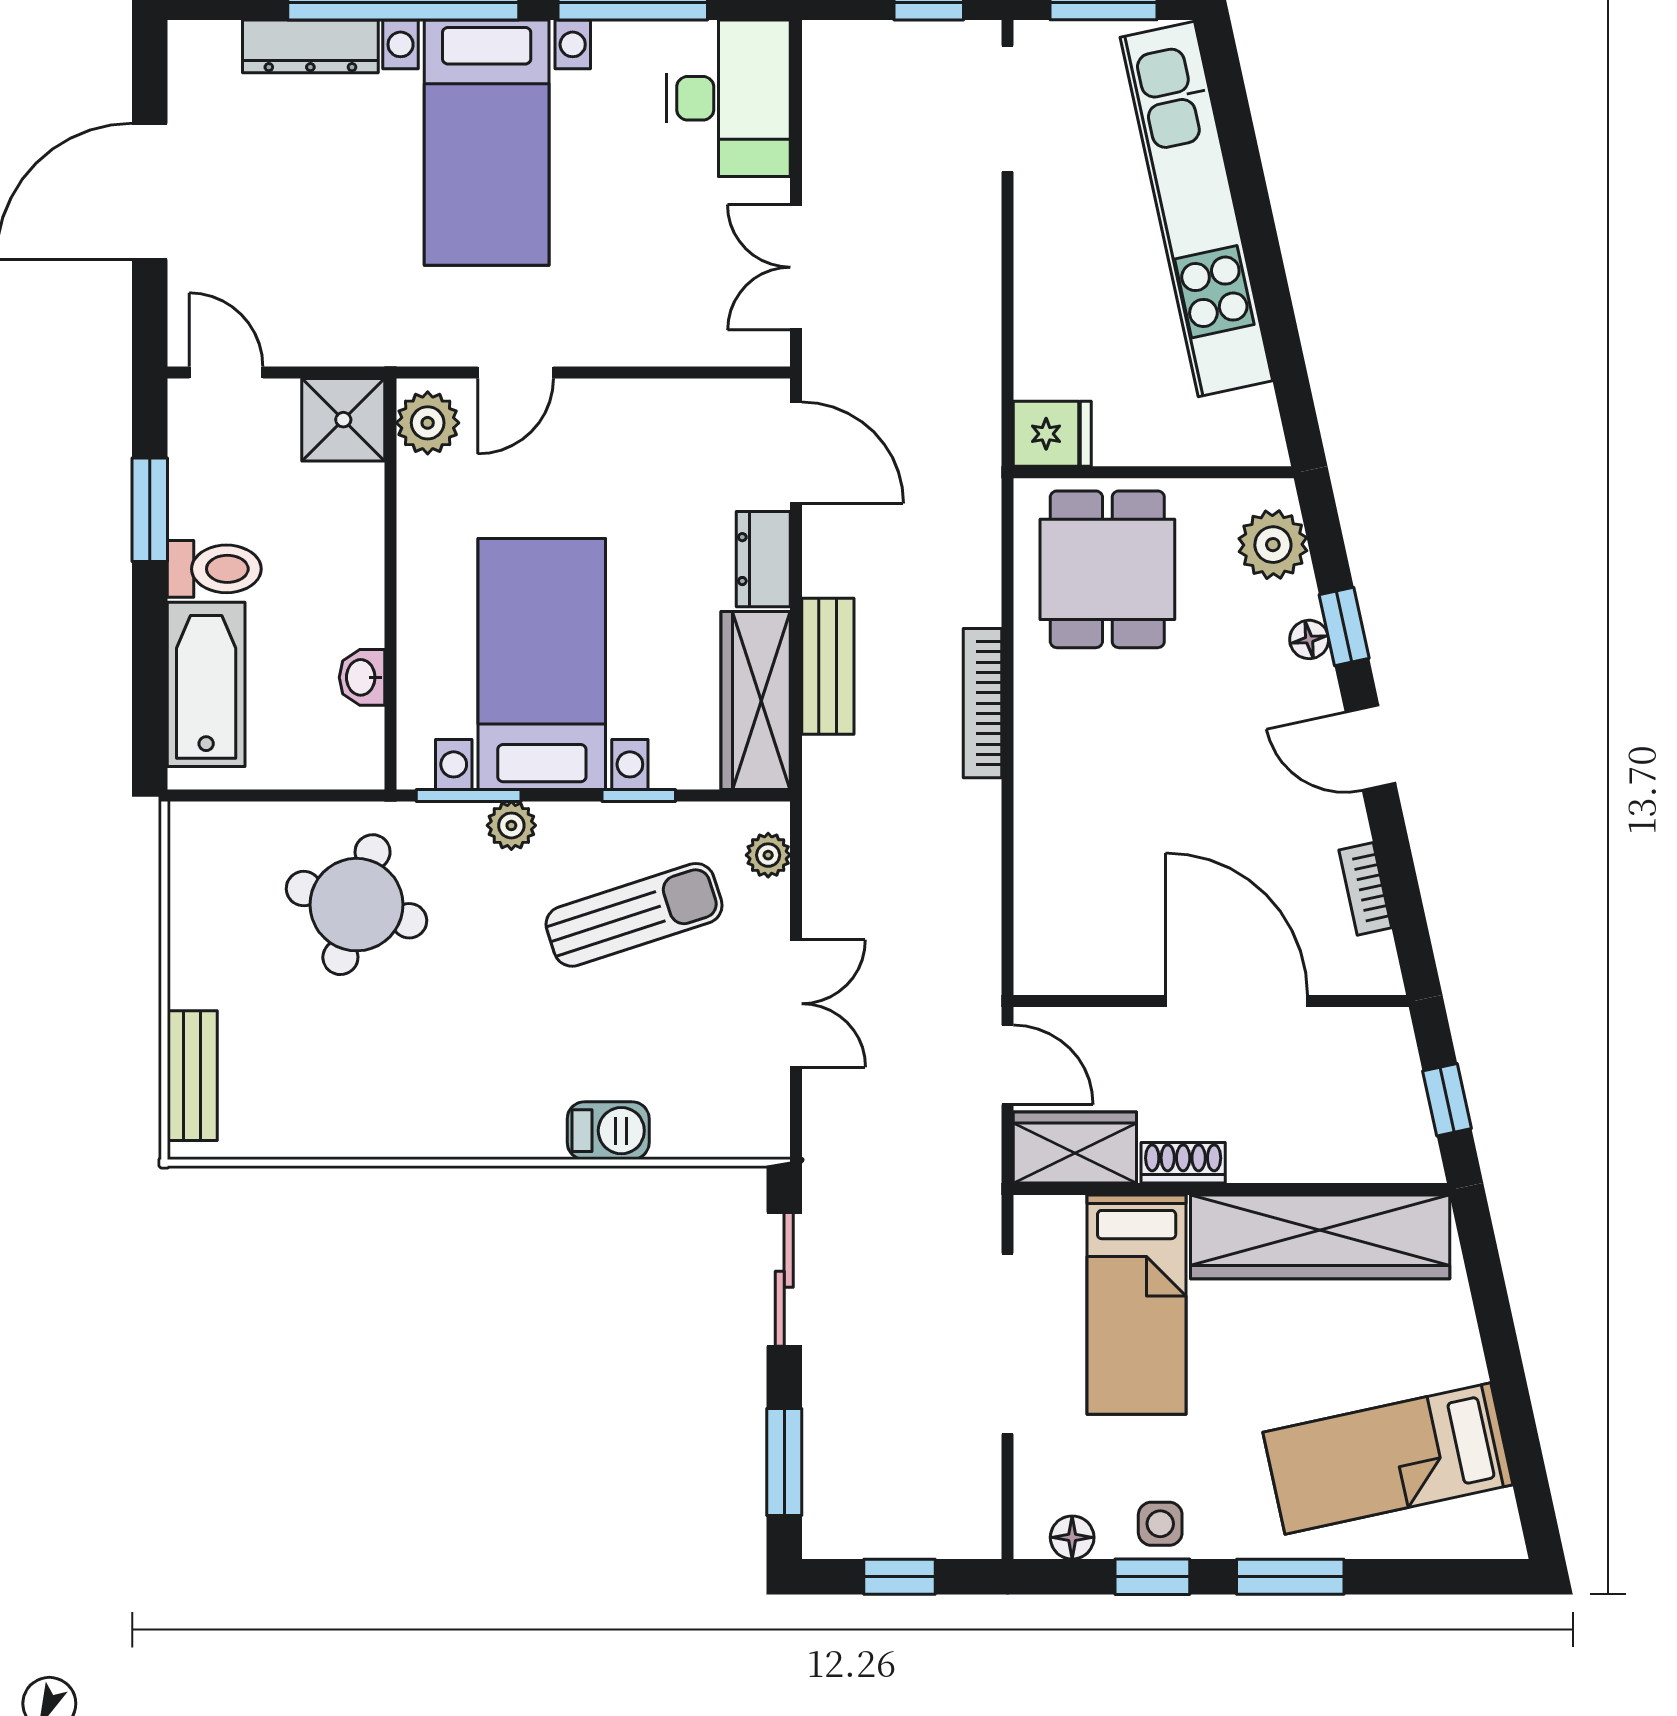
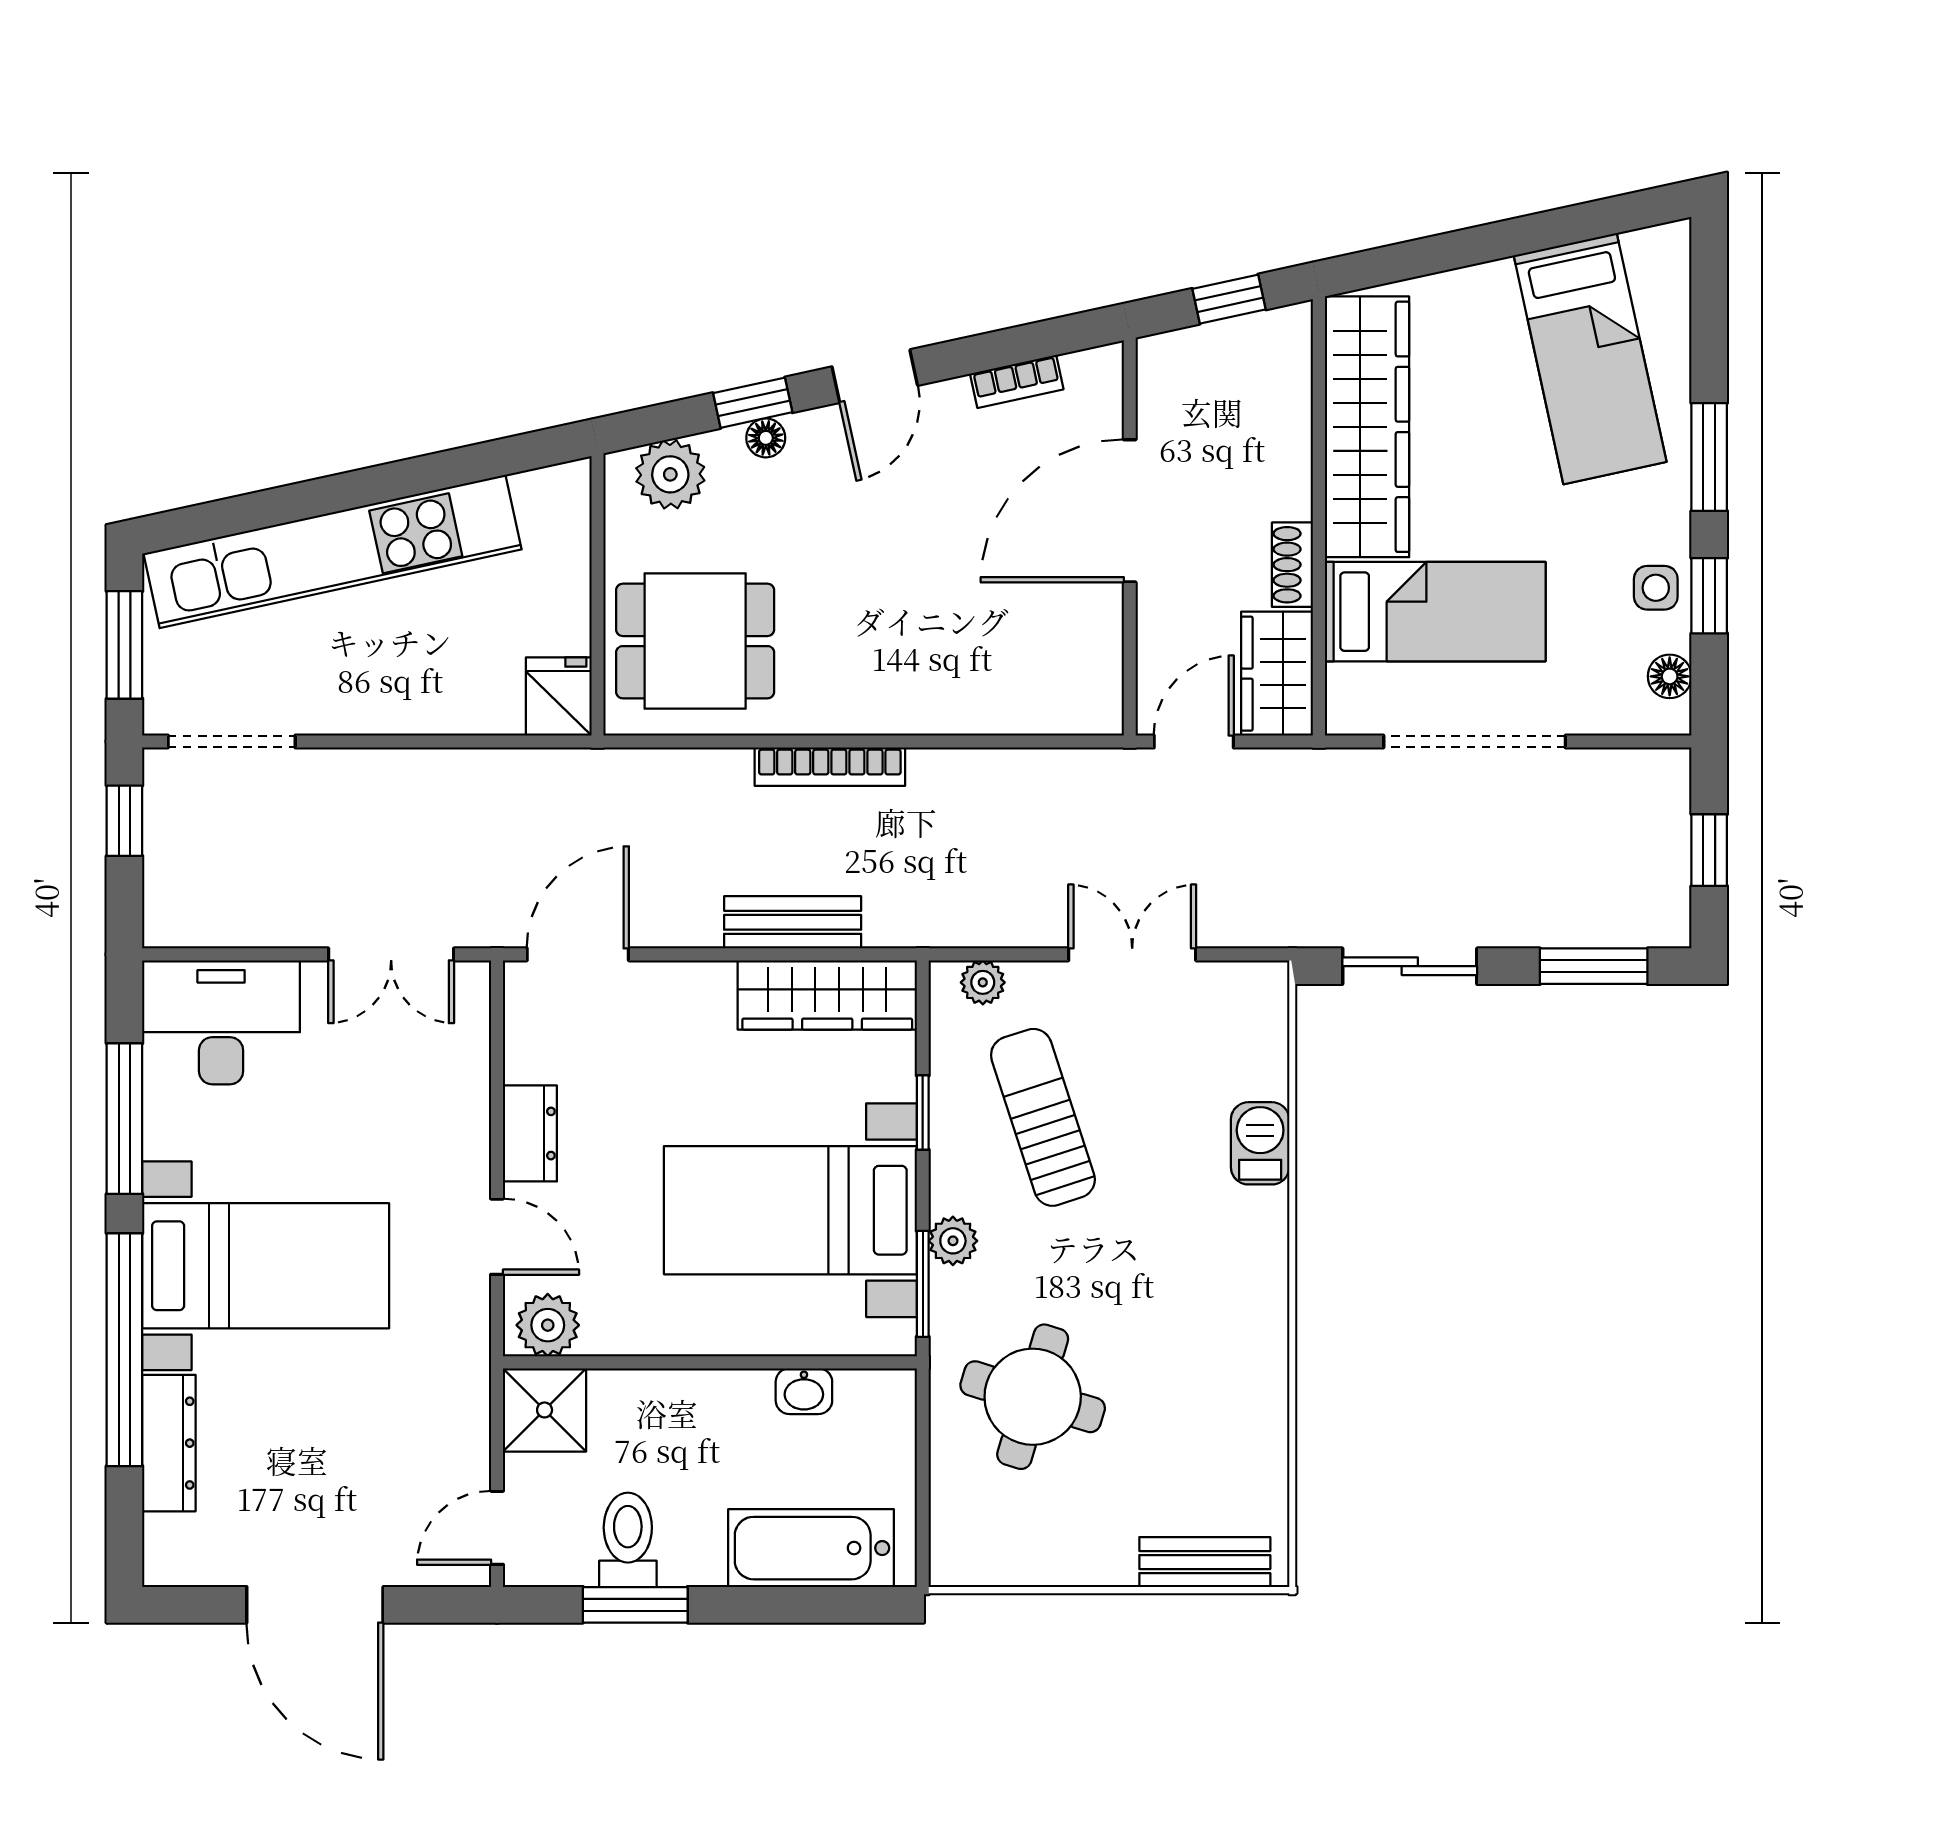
dresser: (763, 559) -> (530, 1133), moved, turned -90
toilet: (214, 569) -> (628, 1540), moved

